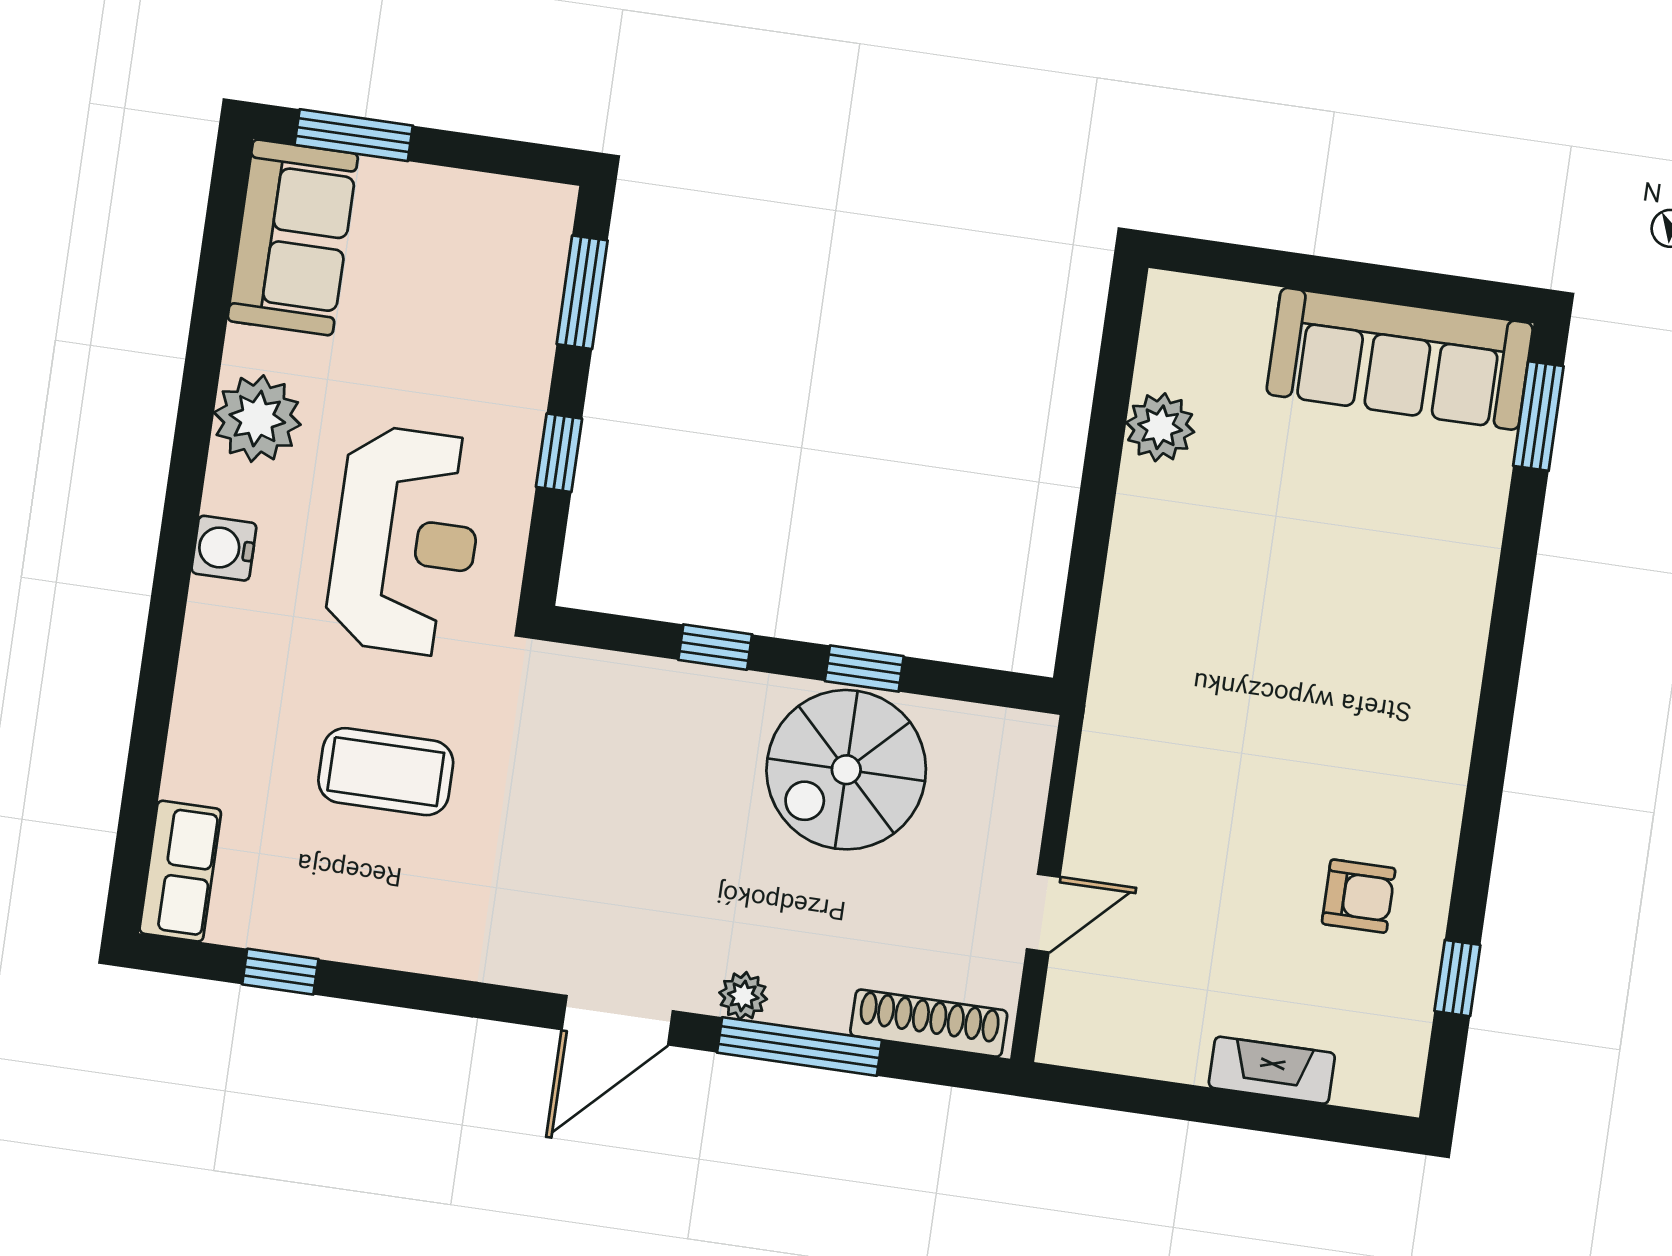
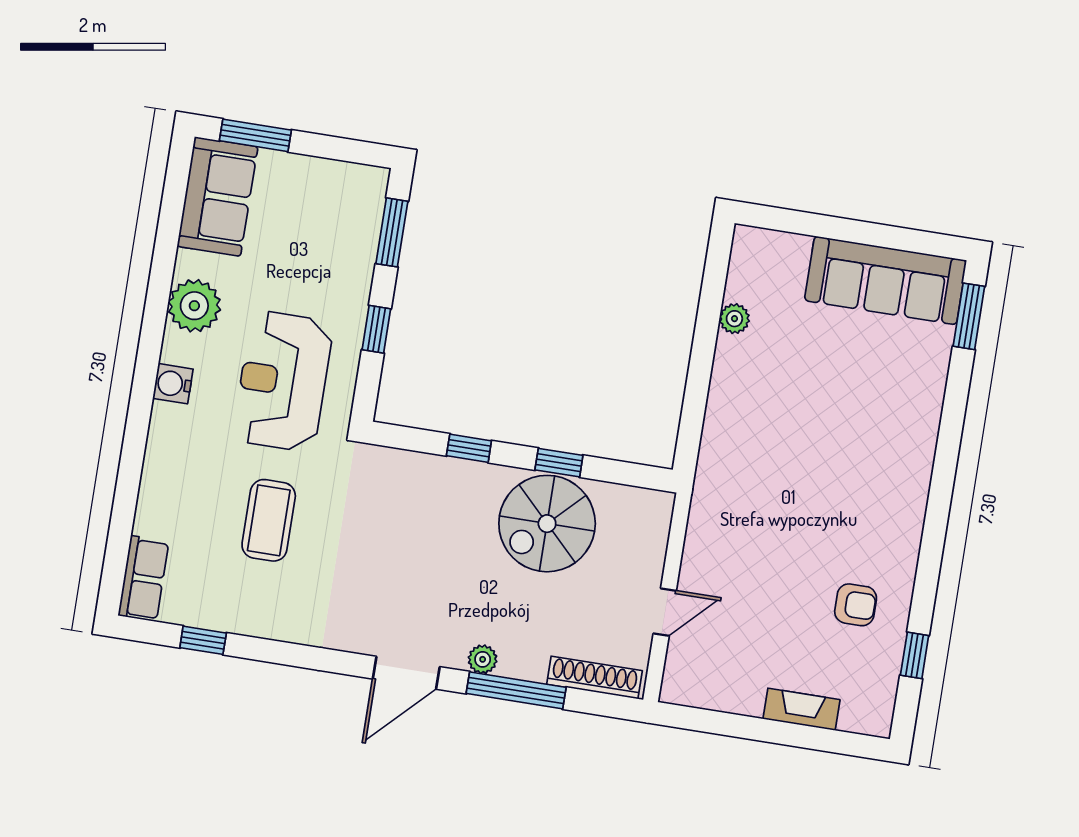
plant: (1160, 427) -> (734, 319), width x0.73, depth x0.73
reception desk: (406, 541) -> (283, 381), turned 180
coffee table: (386, 772) -> (269, 520), turned 90

